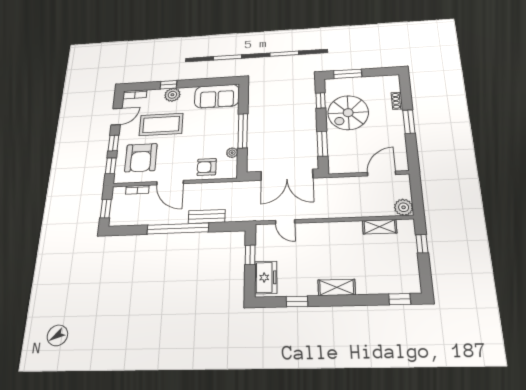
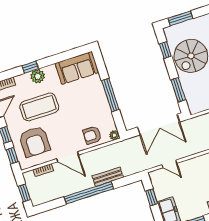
plant: (232, 153) -> (114, 135), moved

